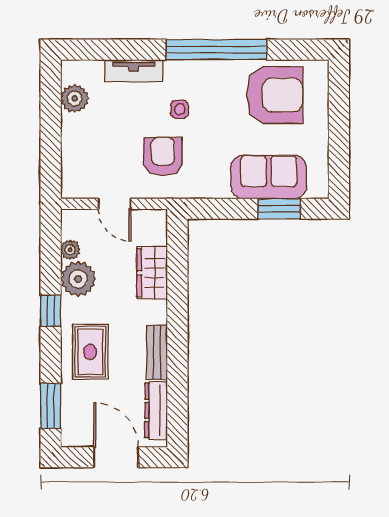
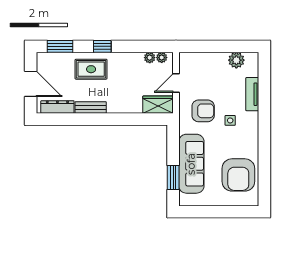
window: (216, 50) -> (264, 142), removed
sofa: (269, 177) -> (191, 164), width x1.36
wardrobe: (152, 273) -> (158, 105), moved
plant: (78, 279) -> (162, 58), moved, width x0.53, depth x0.53
window: (51, 311) -> (102, 46), moved
door: (116, 457) -> (31, 84), hinge flipped

